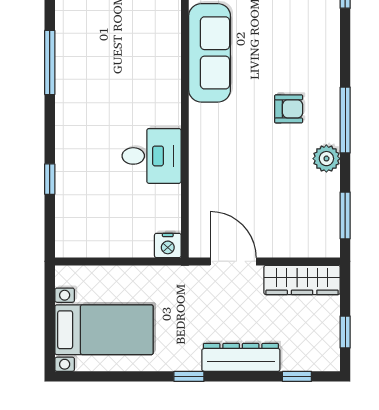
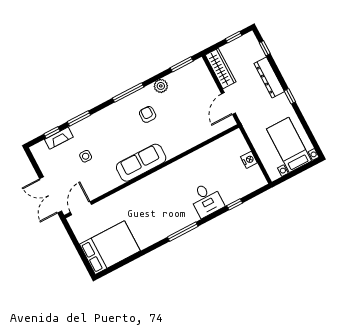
window: (345, 120) -> (128, 92), moved
desk: (152, 156) -> (206, 200), moved, turned 180
nightstand: (168, 245) -> (249, 160), moved

